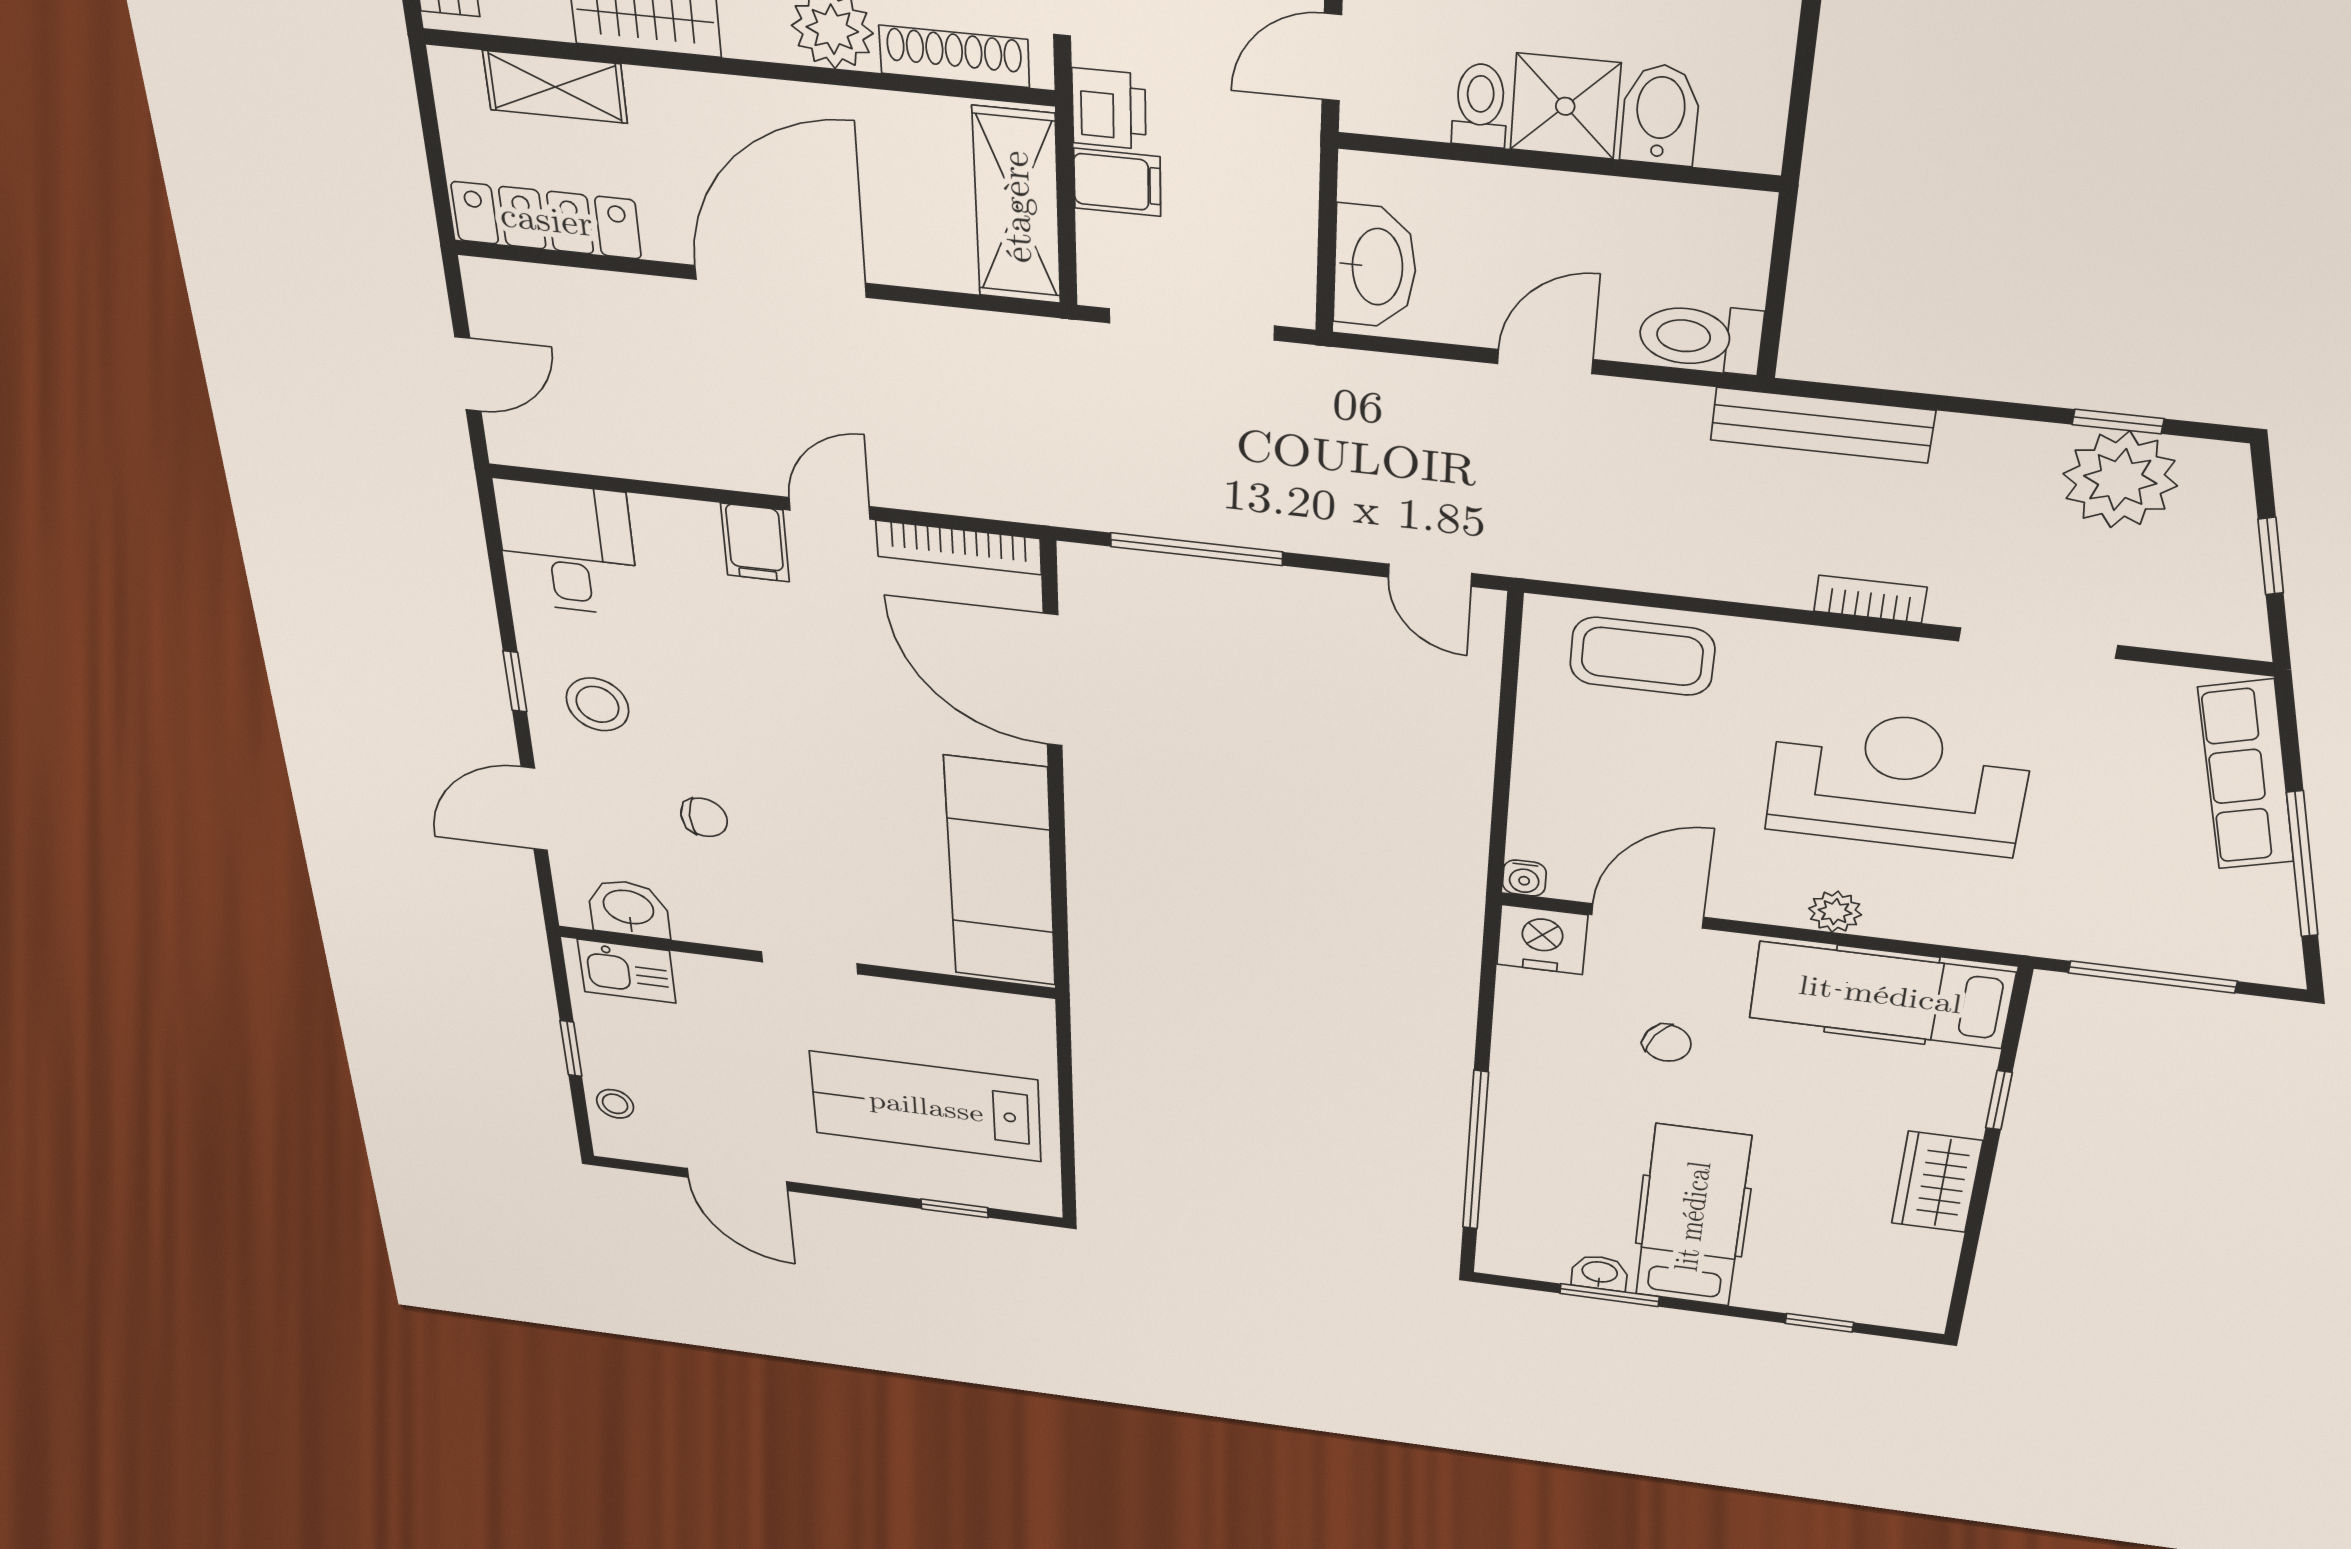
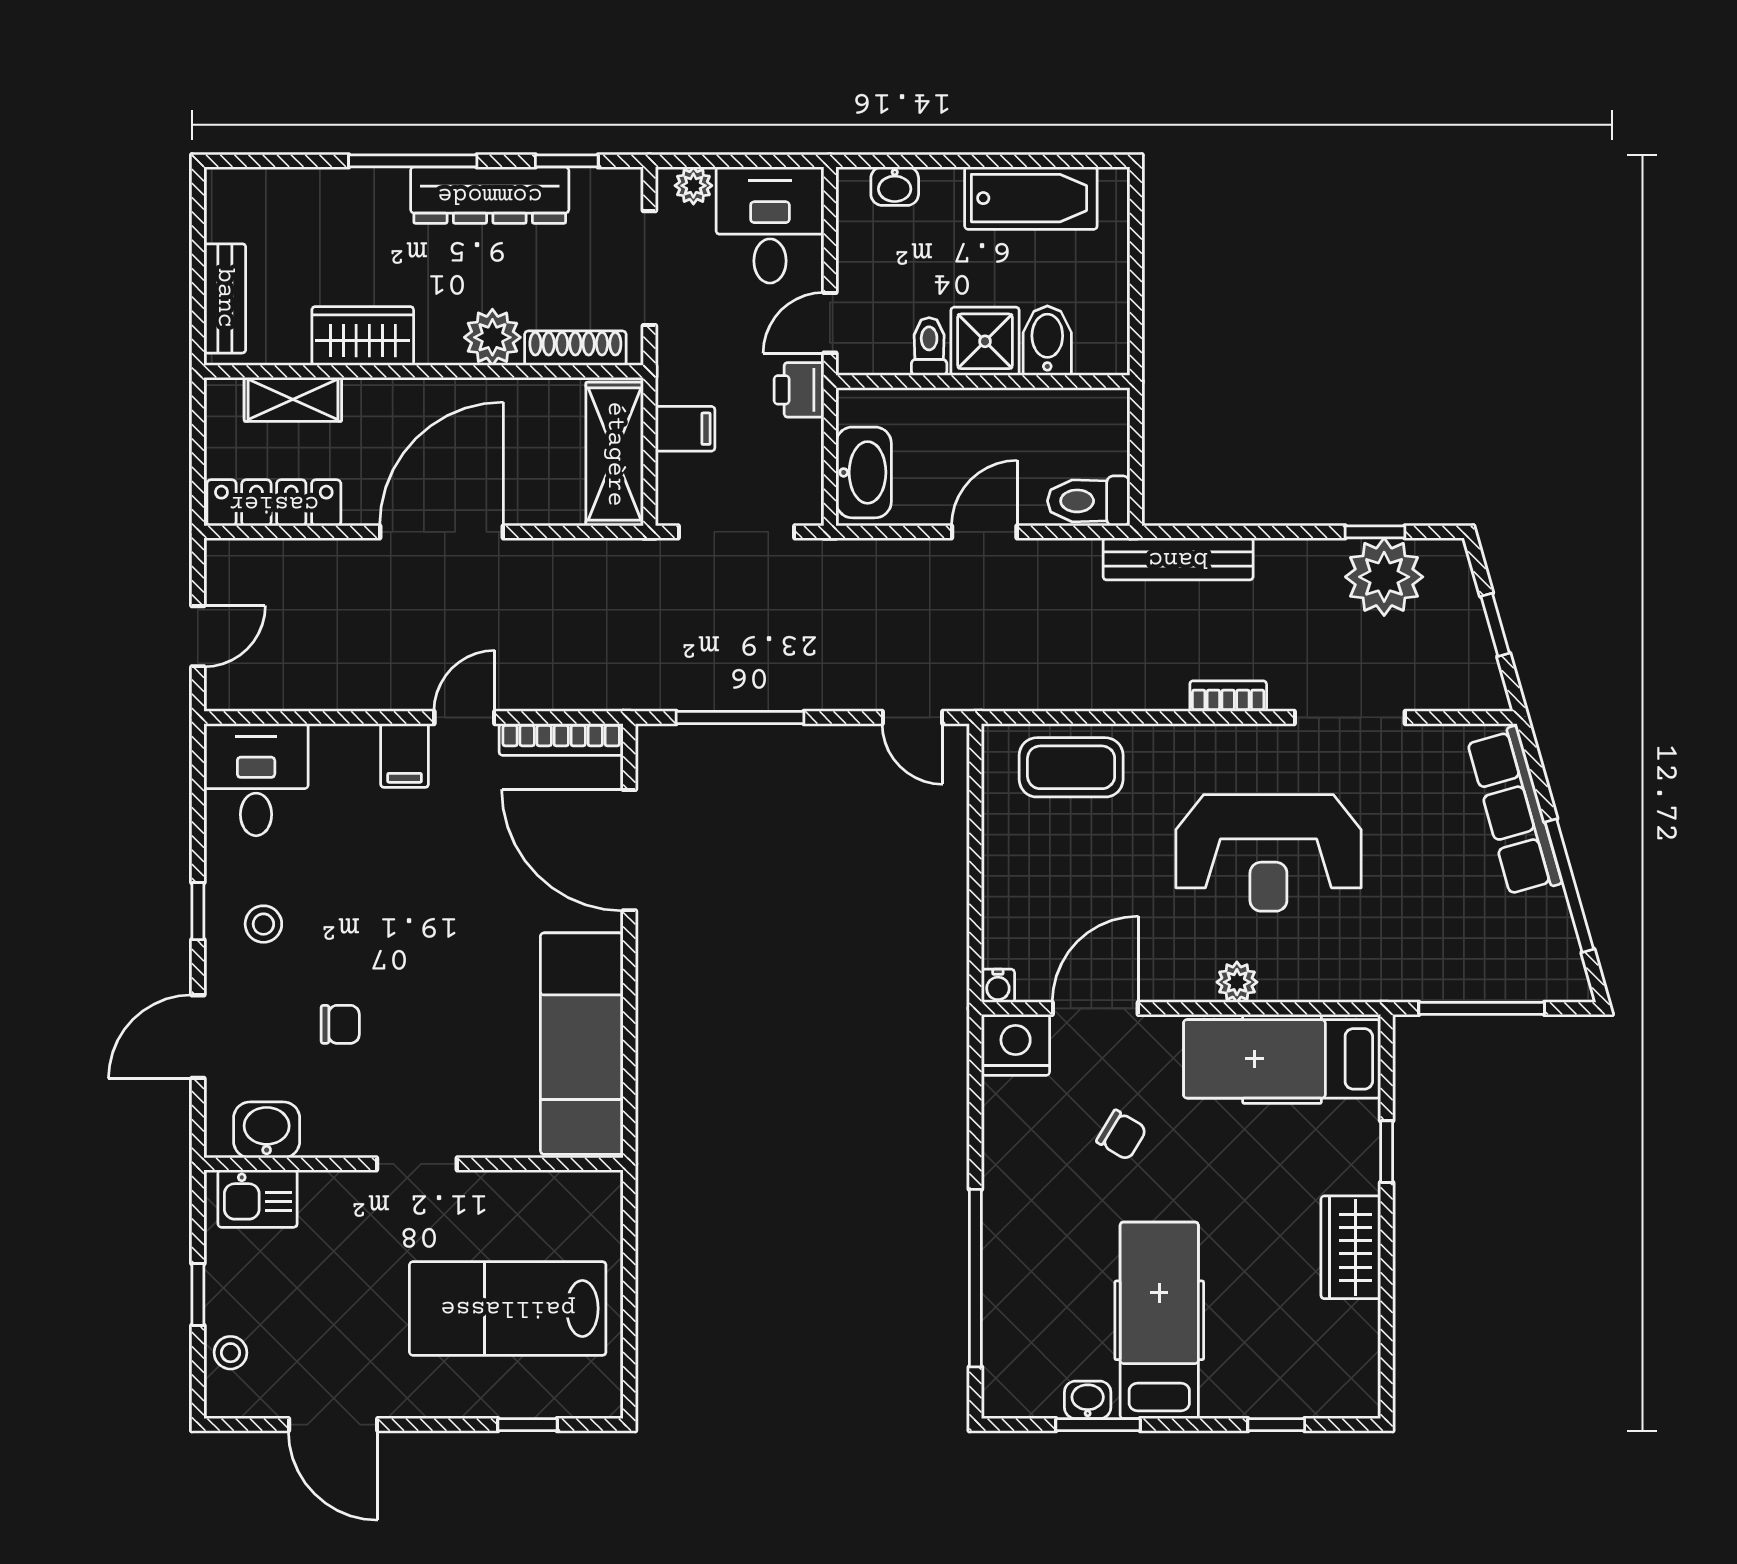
printer: (1109, 109) -> (799, 390), moved, turned 180
stool: (597, 704) -> (263, 924), width x0.73, depth x0.73
reception desk: (1898, 781) -> (1268, 853), turned 180

